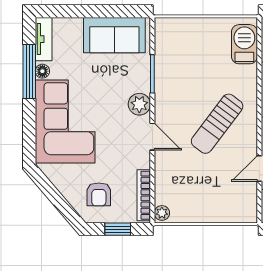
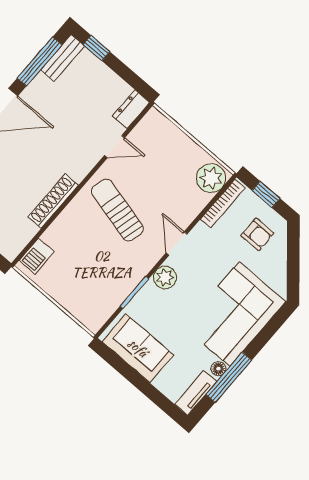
barbecue: (244, 44) -> (37, 256), width x0.73, depth x0.79
sun lounger: (217, 124) -> (117, 210), turned -113
armchair: (99, 194) -> (257, 234), turned 90
plant: (162, 213) -> (211, 178), width x1.88, depth x1.88

